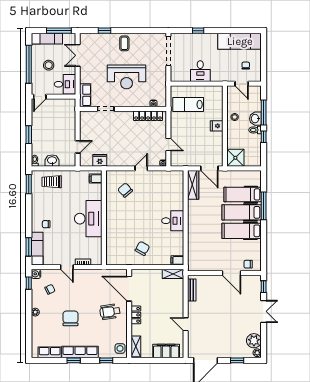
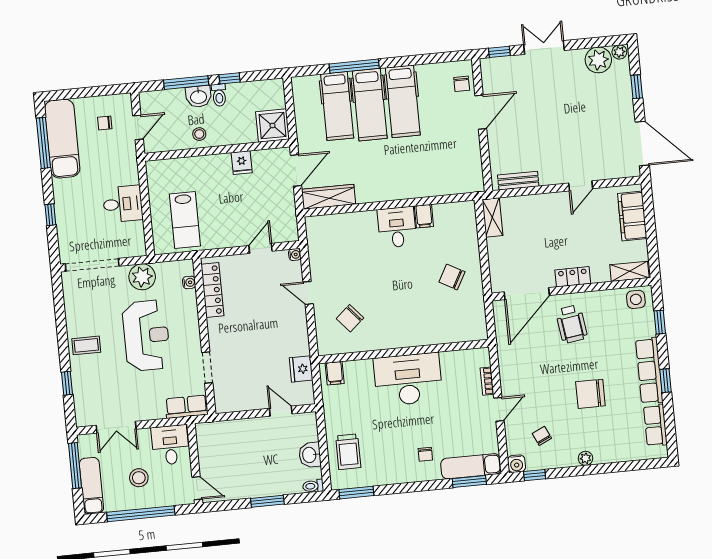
window: (238, 31) -> (43, 143), added
plant: (159, 78) -> (142, 277), added
fridge: (217, 126) -> (242, 163), moved
filing cabinet: (177, 260) -> (424, 216), moved

